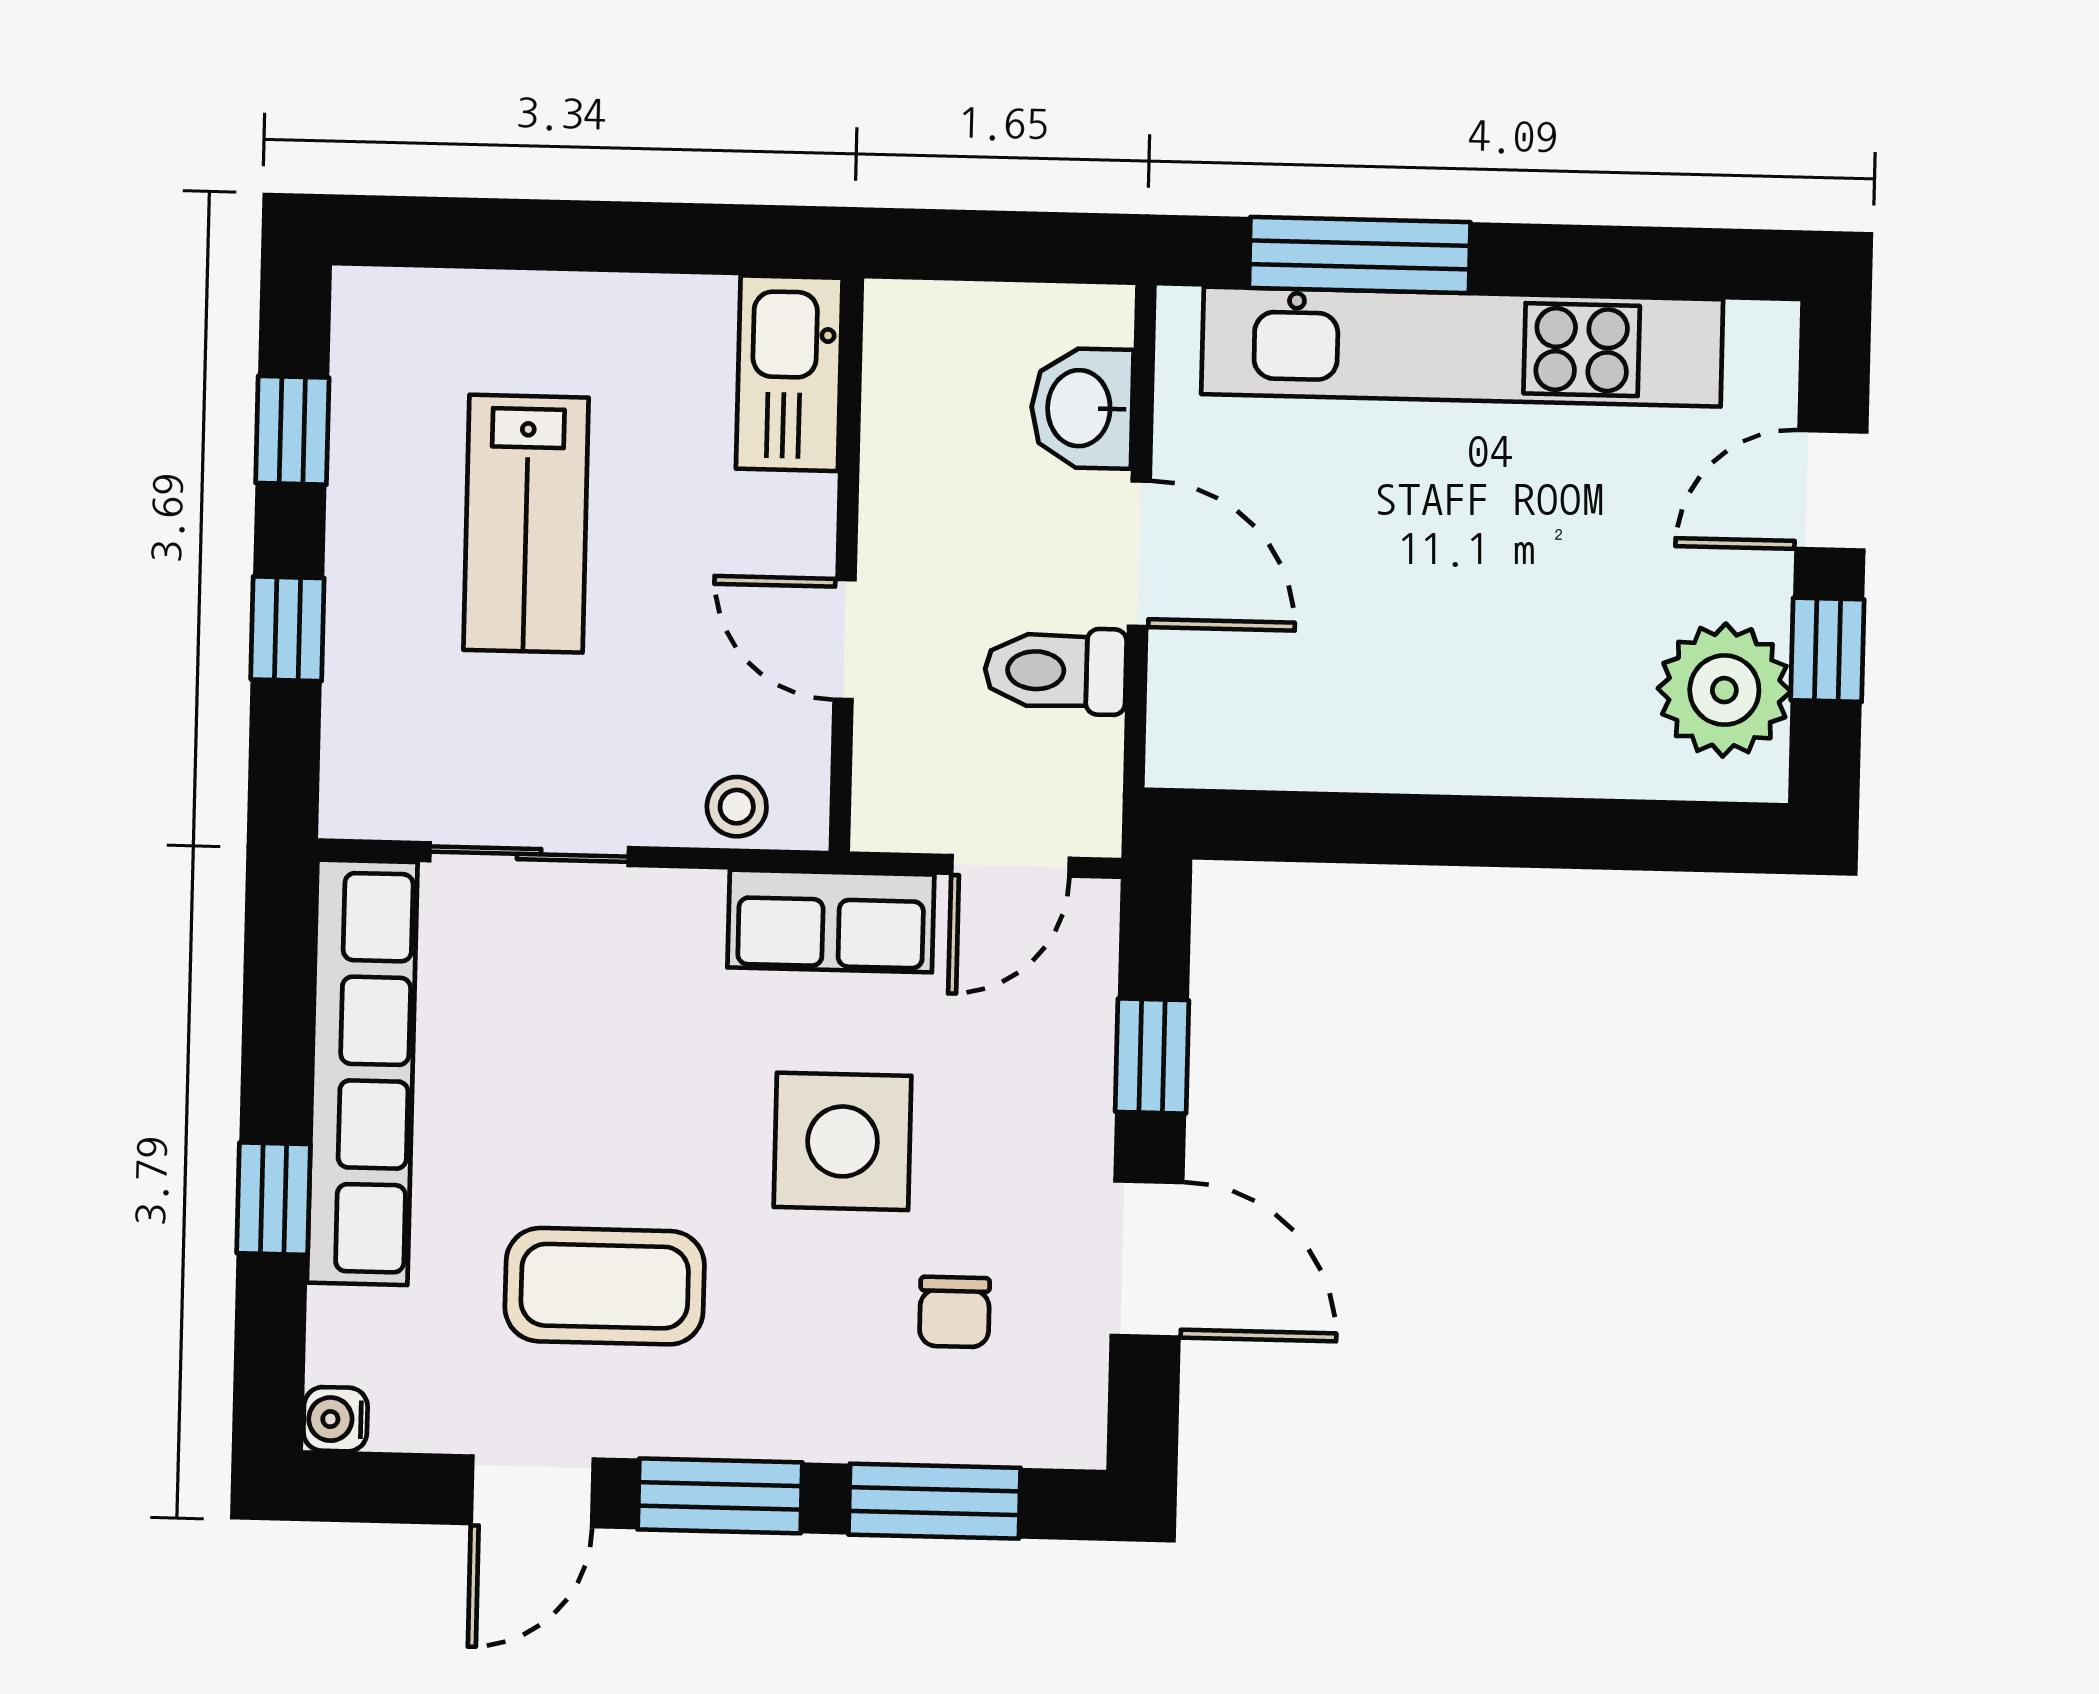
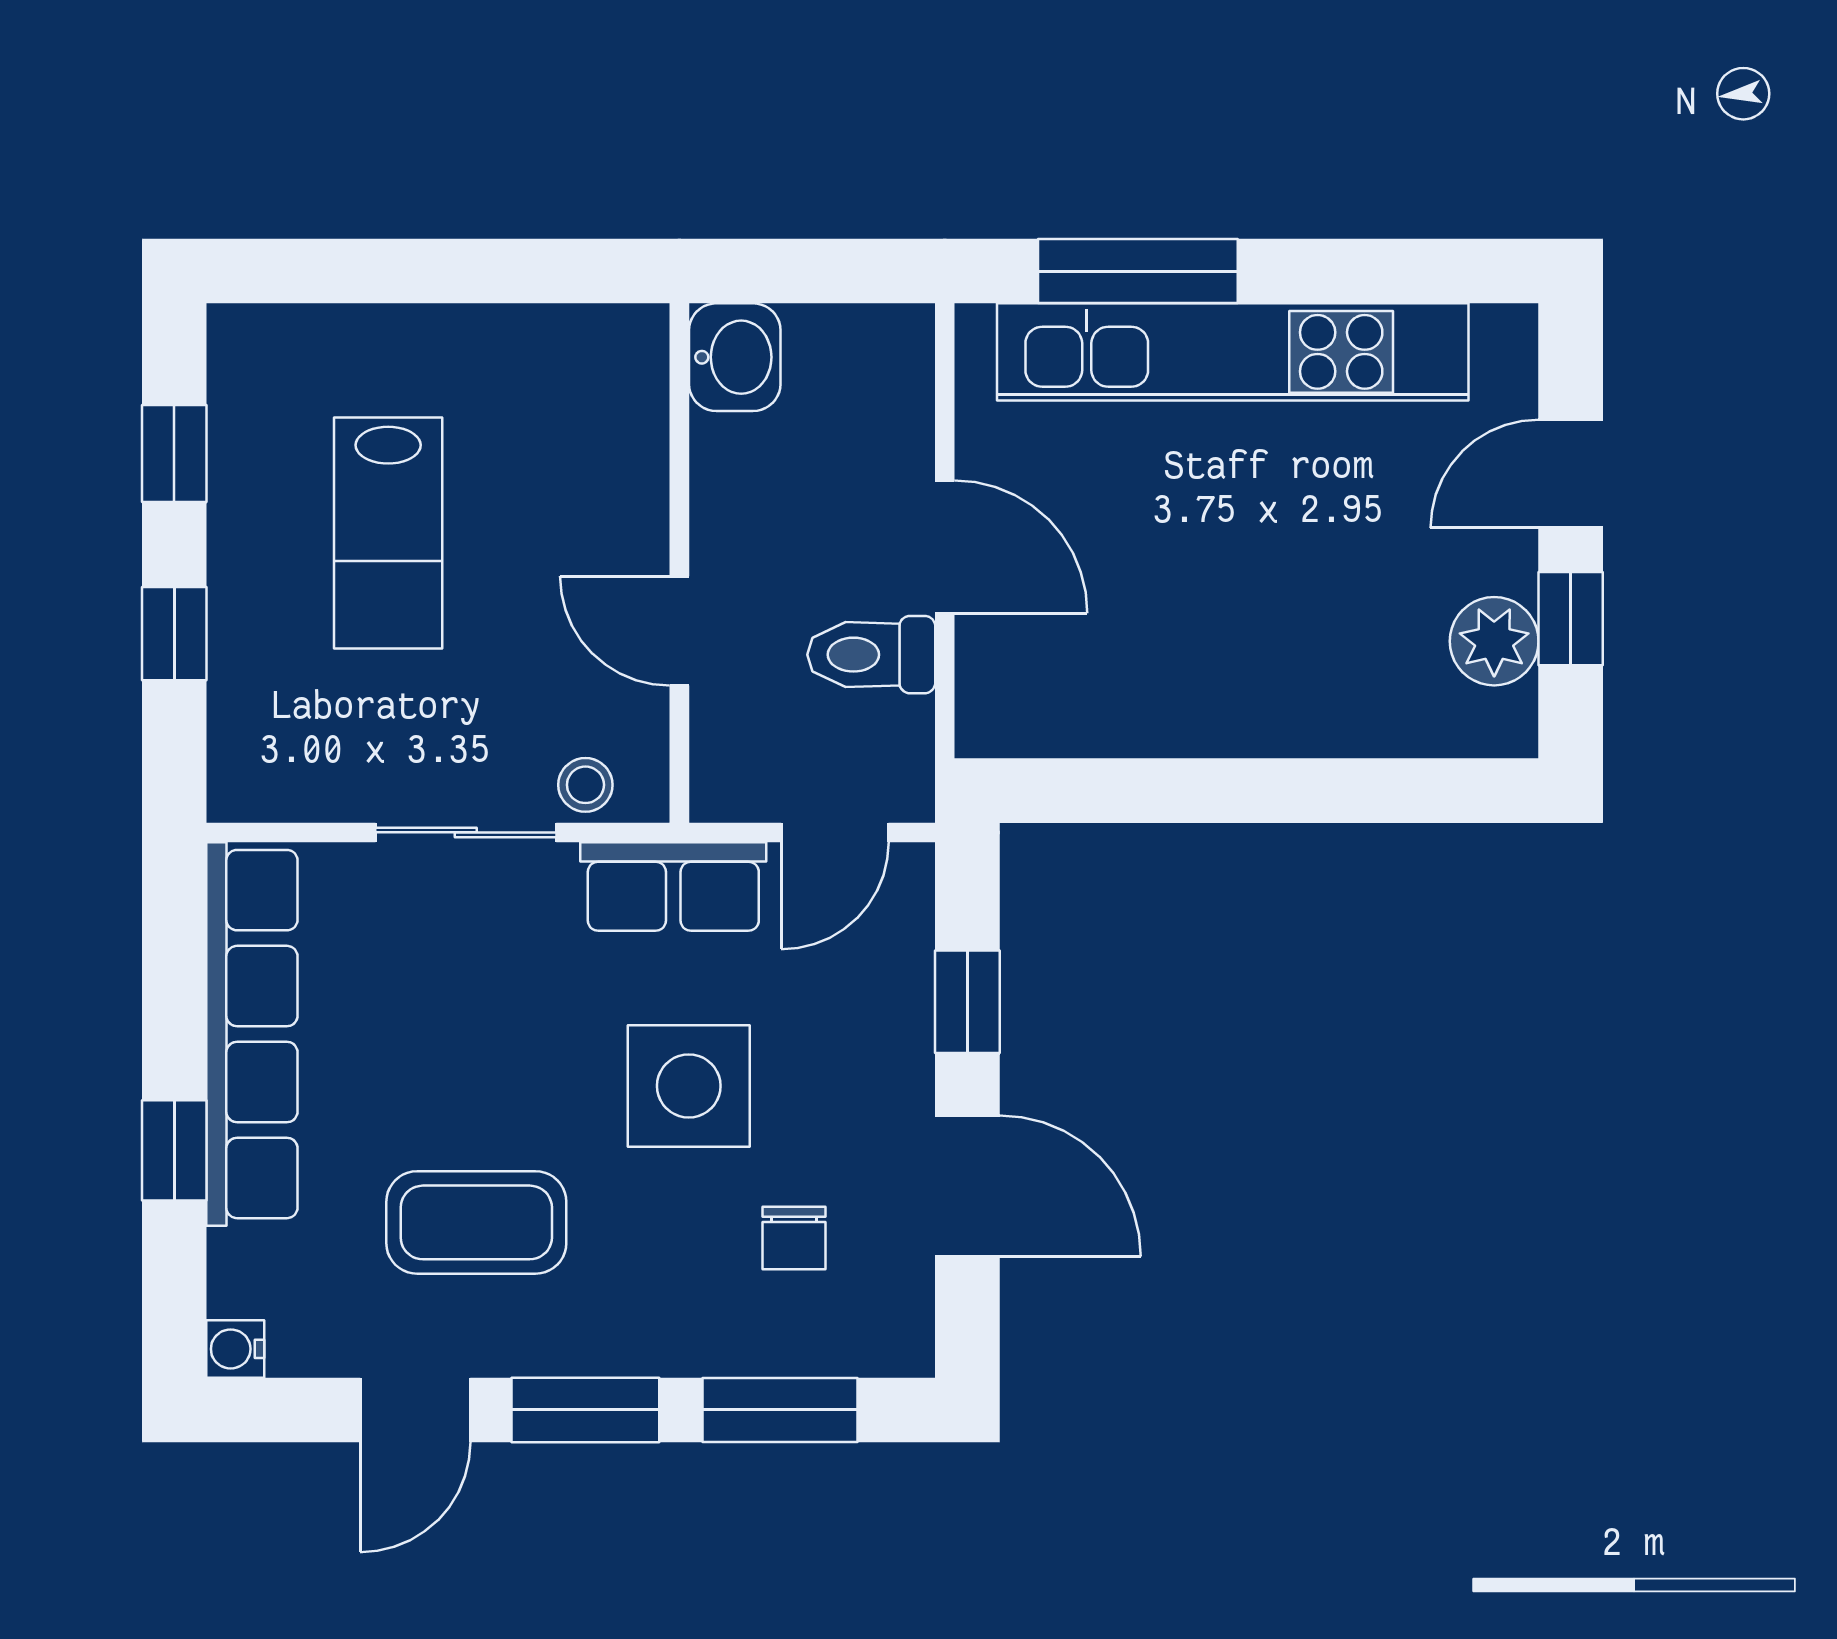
kitchen sink: (789, 373) -> (623, 391), removed
washbasin: (1082, 408) -> (735, 357), moved, turned 180
plant: (1724, 690) -> (1494, 641), width x0.73, depth x0.73
sliding door: (529, 854) -> (466, 832), moved

